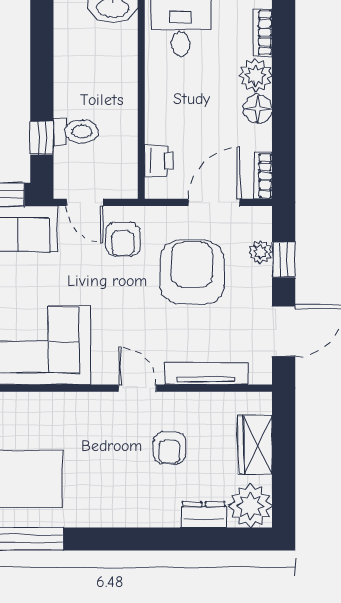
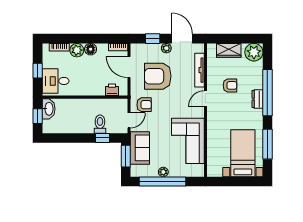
plant: (260, 252) -> (166, 48), moved
dresser: (204, 515) -> (257, 99), moved
window: (152, 539) -> (267, 93), added

